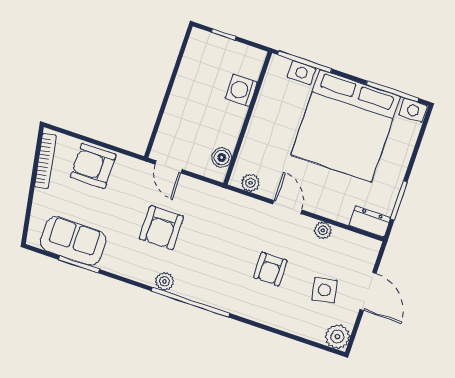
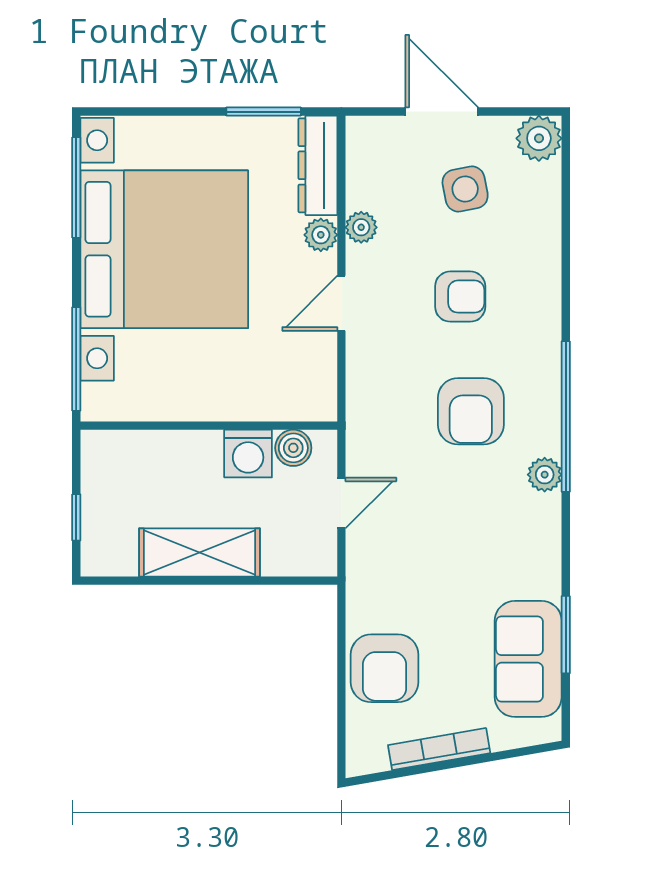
washing machine: (241, 90) -> (248, 454), moved
shelving: (184, 91) -> (200, 552), added
bookcase: (45, 161) -> (439, 749), moved
door: (168, 167) -> (341, 503), moved
plant: (250, 183) -> (321, 235), moved
dresser: (370, 222) -> (318, 165), width x1.44
armchair: (162, 228) -> (471, 411), moved, turned 90
door: (368, 292) -> (442, 112), hinge flipped

